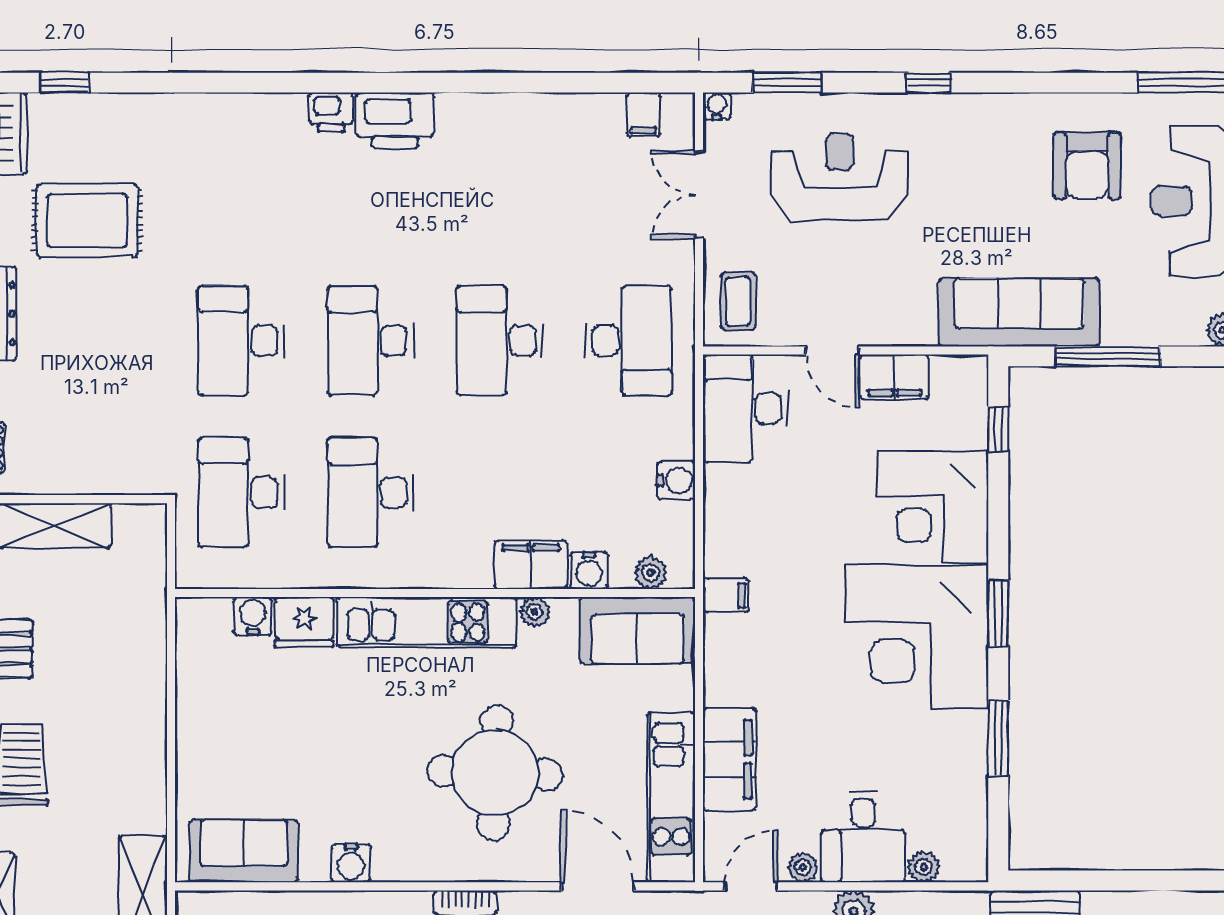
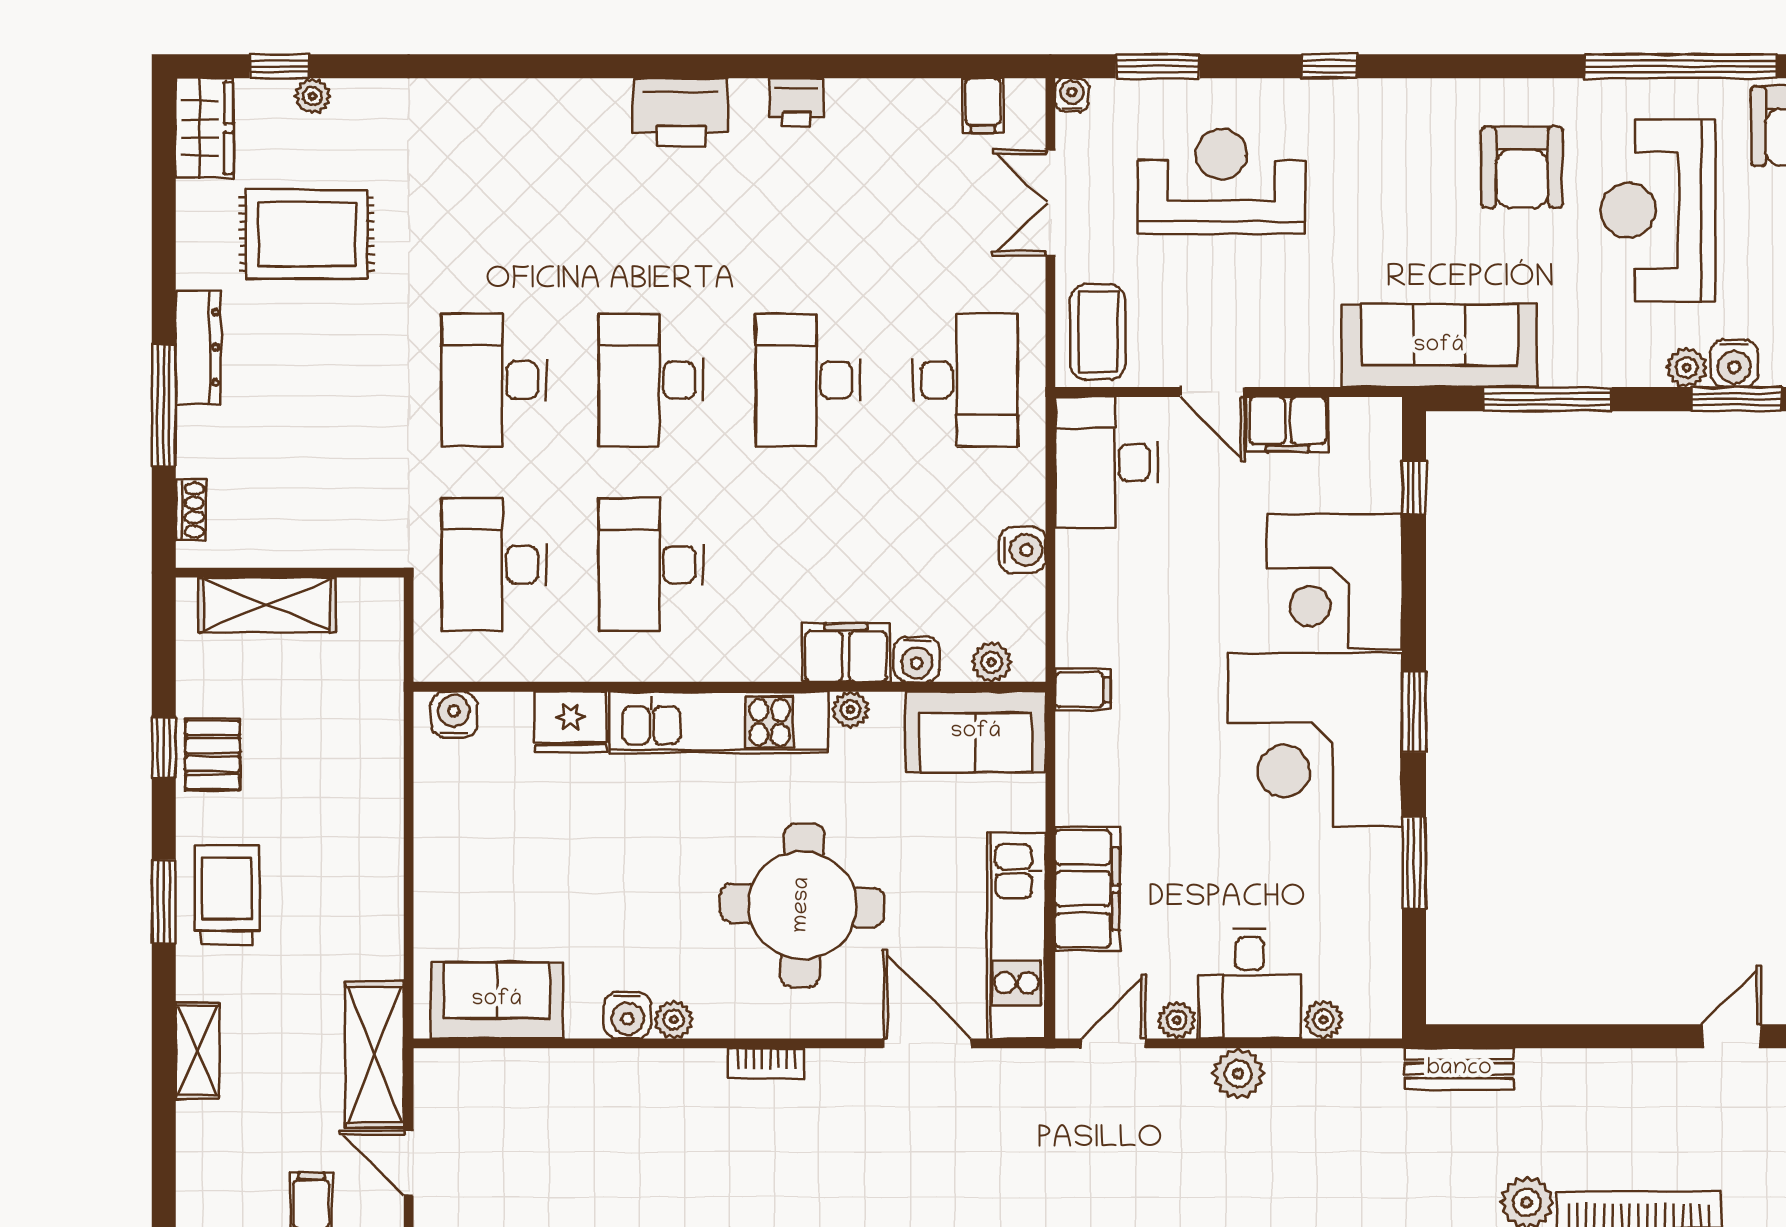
plant: (92, 107) -> (313, 96), added
printer: (331, 112) -> (797, 102), moved
coffee table: (738, 301) -> (1098, 332), width x1.36, depth x1.30
water cooler: (253, 616) -> (454, 715), moved
plant: (389, 867) -> (674, 1020), added

